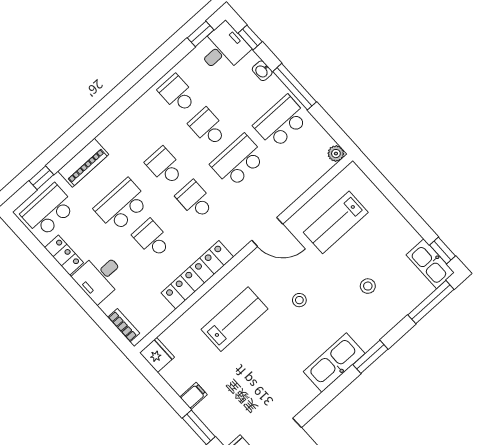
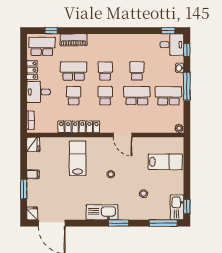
school desk: (177, 94) -> (137, 46), removed
lab bench: (336, 222) -> (165, 162), moved, turned 180
lab bench: (234, 319) -> (78, 158), turned -90

